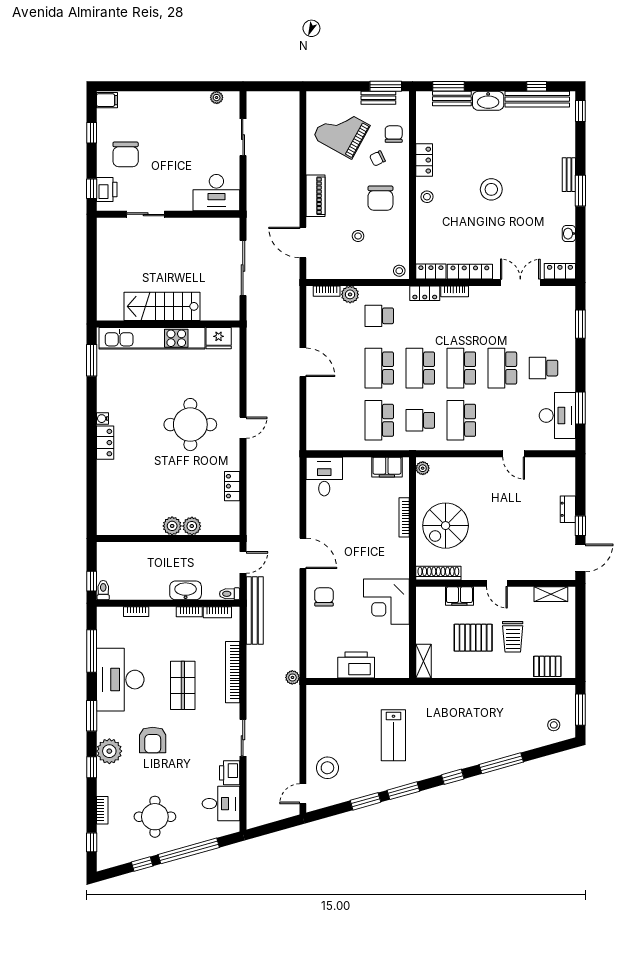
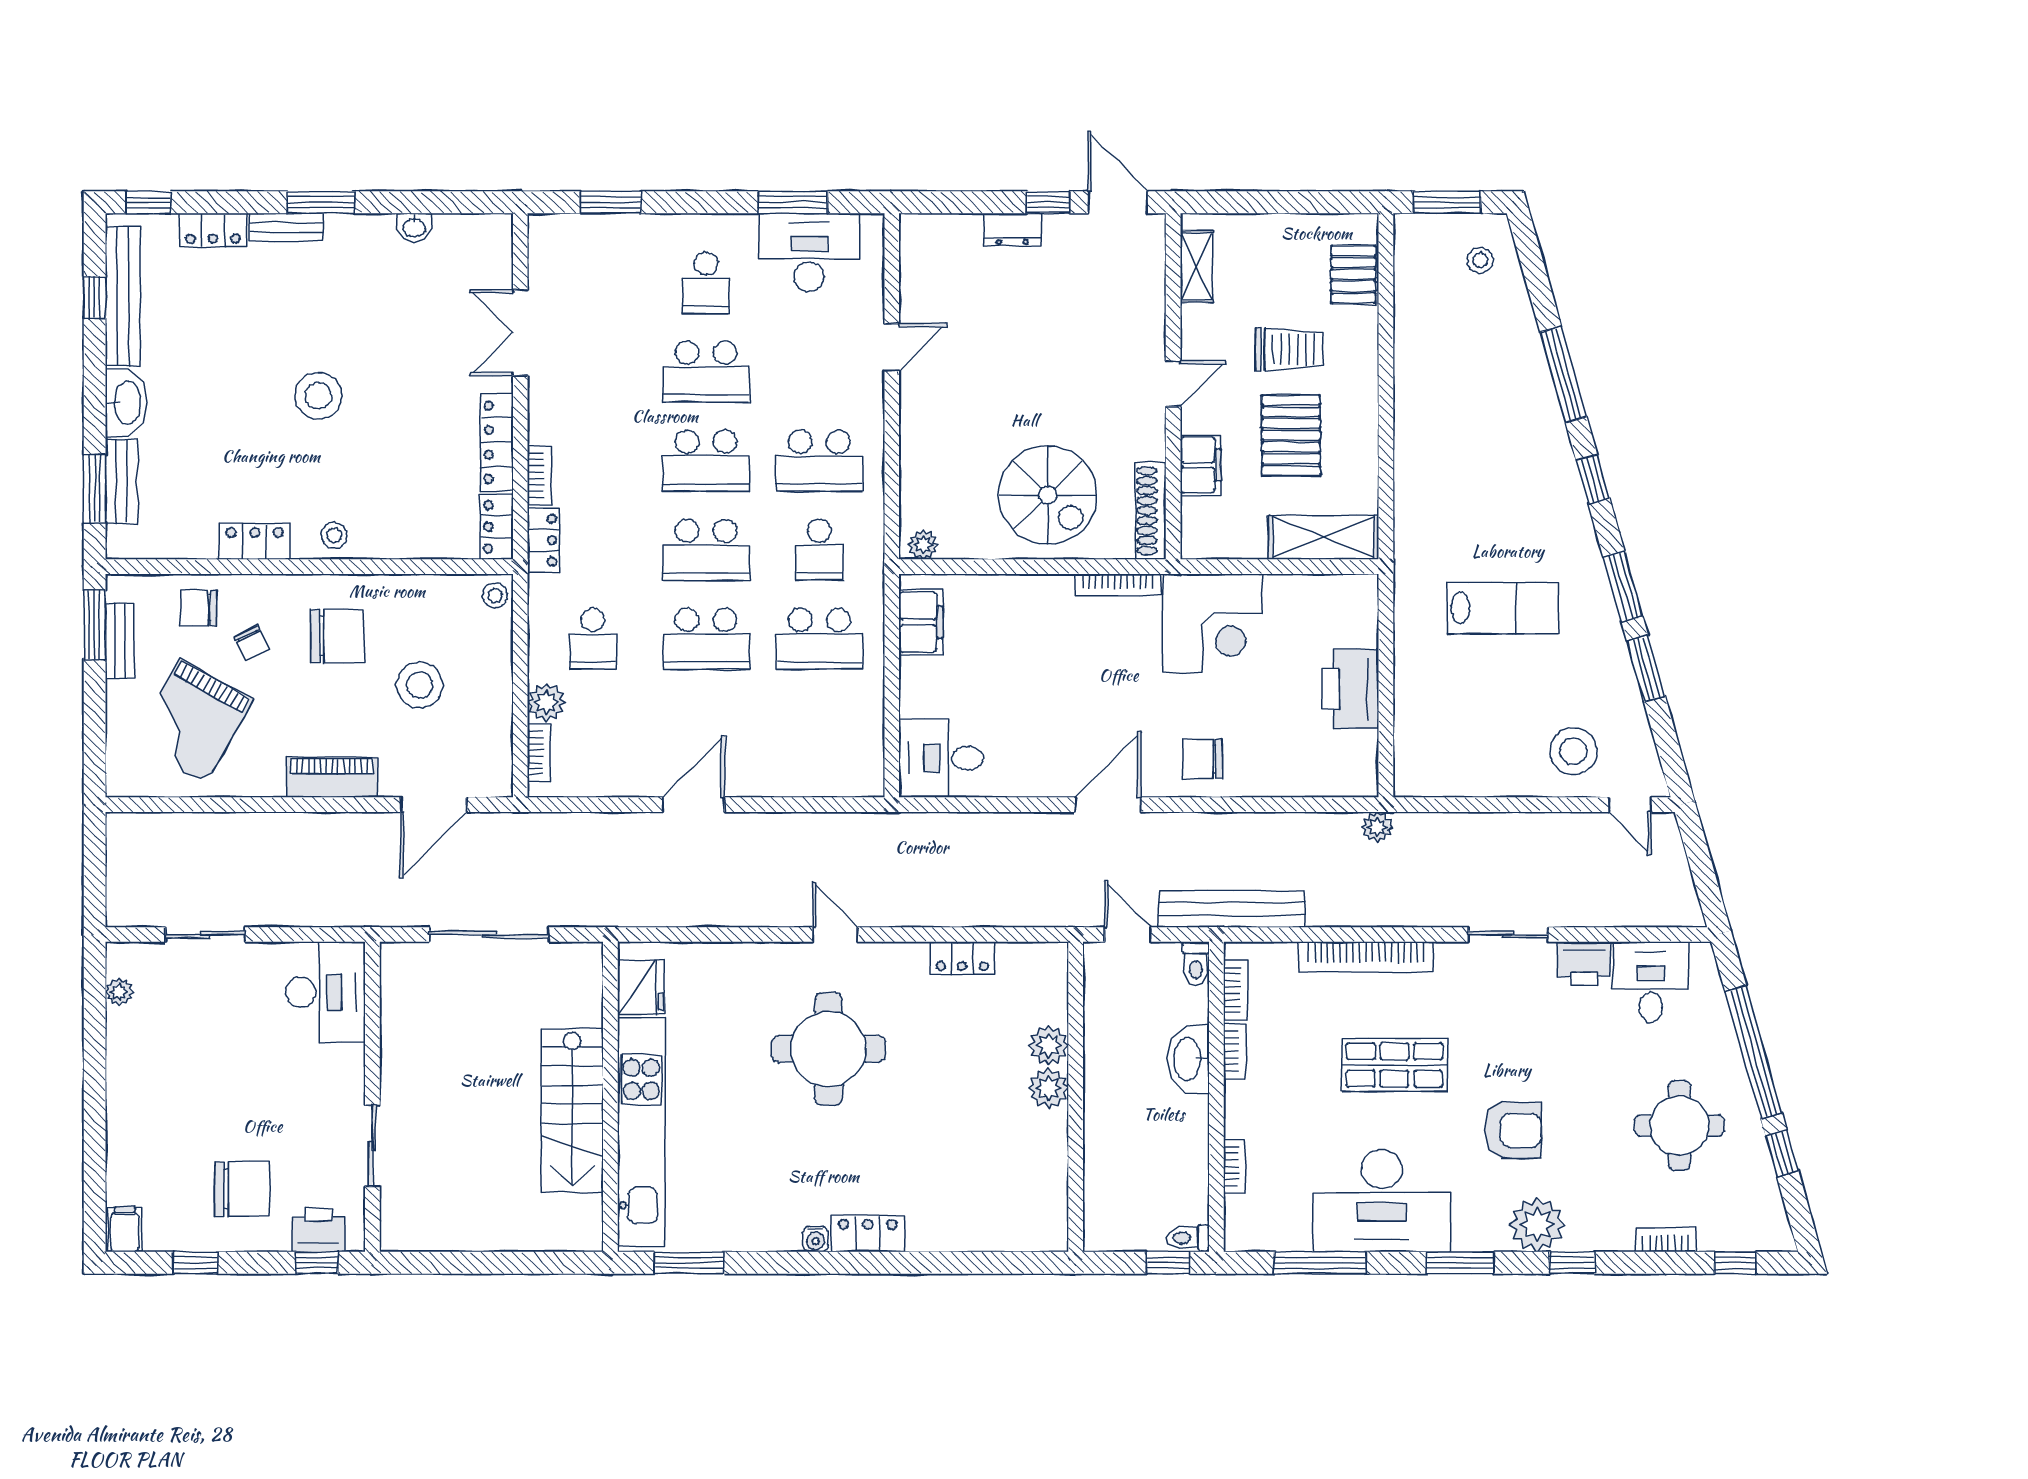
stool: (358, 236) -> (420, 685), width x1.89, depth x1.89
locker: (560, 271) -> (213, 230), moved, turned -90
bookcase: (404, 517) -> (1118, 585), moved
shelving: (424, 661) -> (1324, 537), width x1.50, depth x1.33

